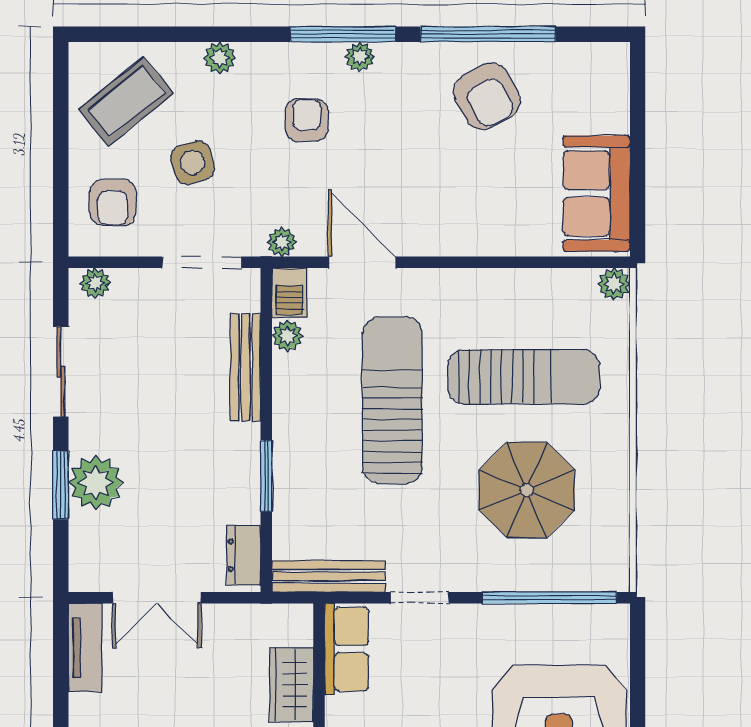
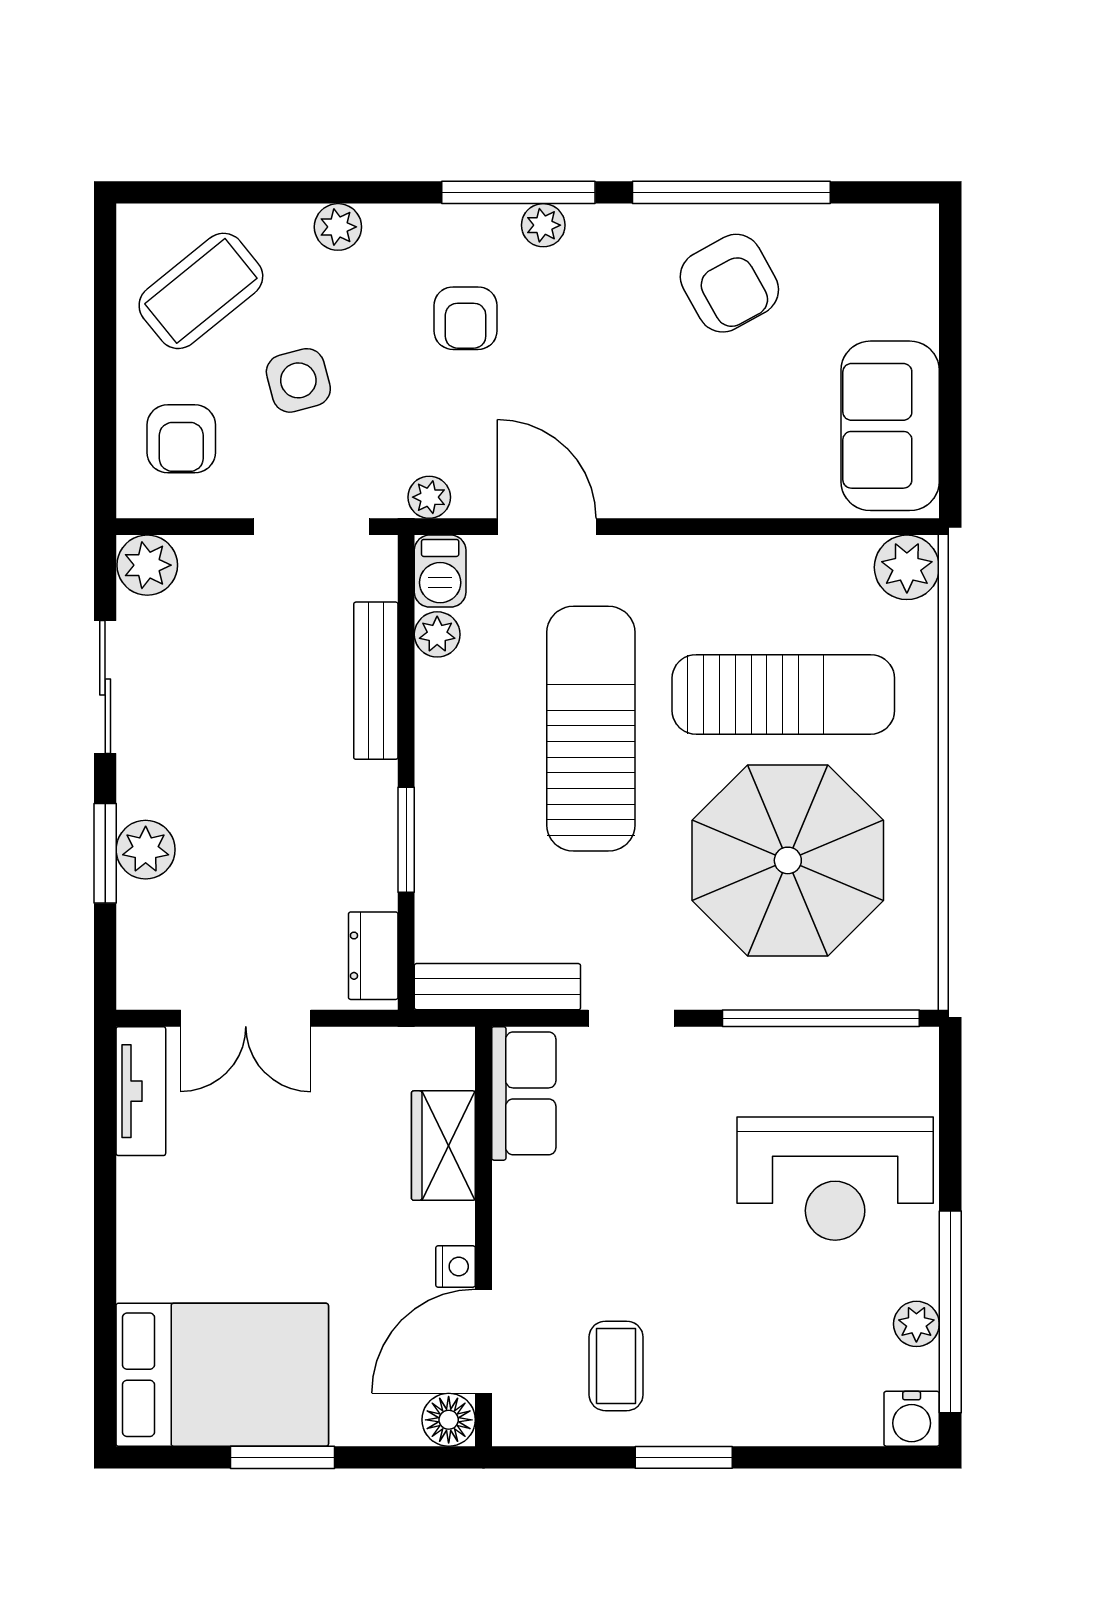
armchair: (307, 120) -> (466, 318), turned 180
plant: (95, 283) -> (147, 565), width x1.38, depth x1.38
plant: (614, 284) -> (907, 567), width x1.38, depth x1.38
plant: (96, 483) -> (146, 850), width x0.73, depth x0.73
parasol: (527, 490) -> (788, 860), width x1.36, depth x1.36

